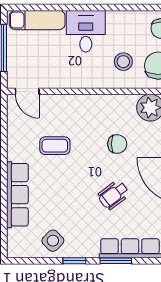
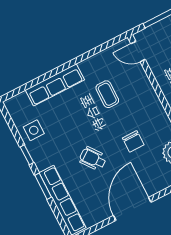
door: (27, 91) -> (138, 52), hinge flipped
side table: (53, 241) -> (34, 130), turned 45

